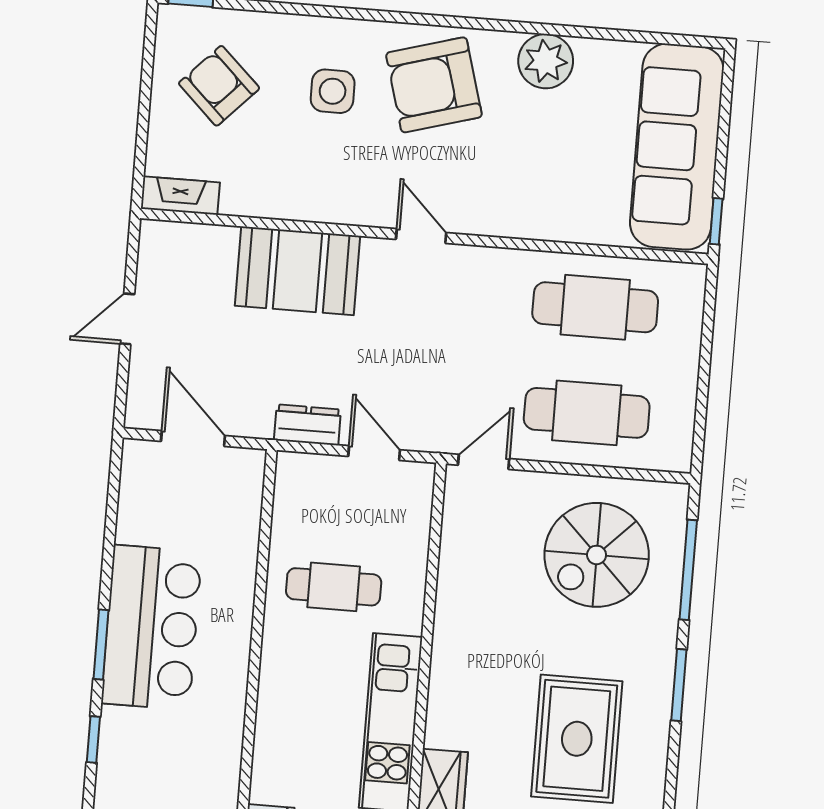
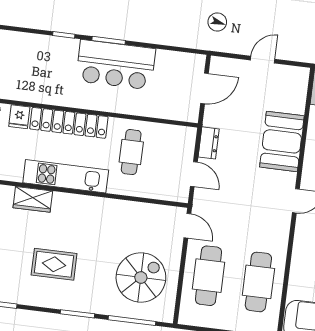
door: (127, 319) -> (263, 60), hinge flipped
door: (374, 453) -> (194, 174), hinge flipped
spiral stairs: (597, 555) -> (141, 277), turned 90
locker: (278, 721) -> (69, 123), added
rug: (577, 739) -> (54, 264), width x0.73, depth x0.70

